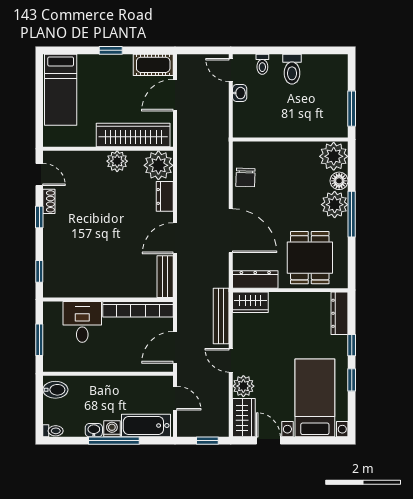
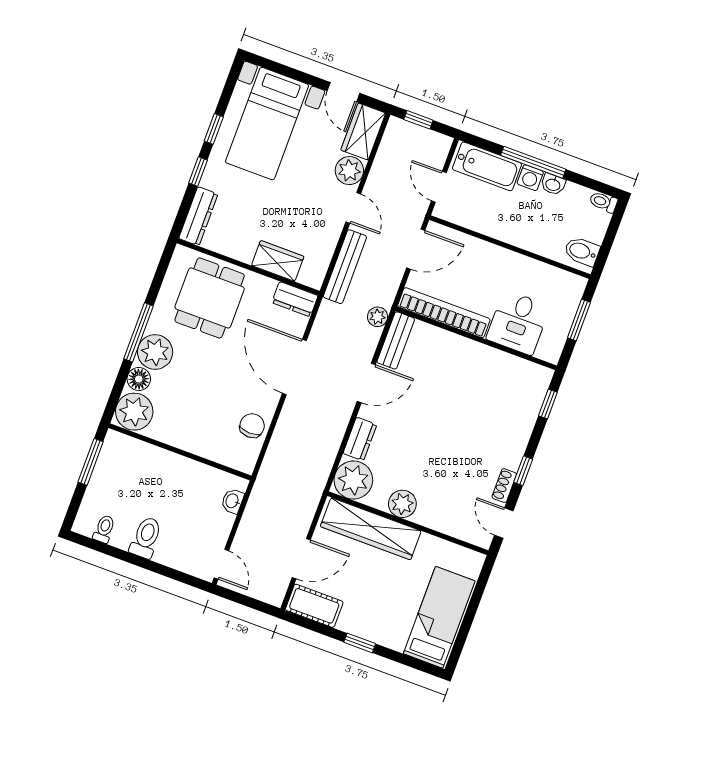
toilet: (262, 64) -> (104, 529), moved
washbasin: (240, 93) -> (232, 501), moved
dresser: (255, 279) -> (295, 299), width x0.70
plant: (184, 289) -> (378, 317), added
wardrobe: (250, 302) -> (278, 261), moved

